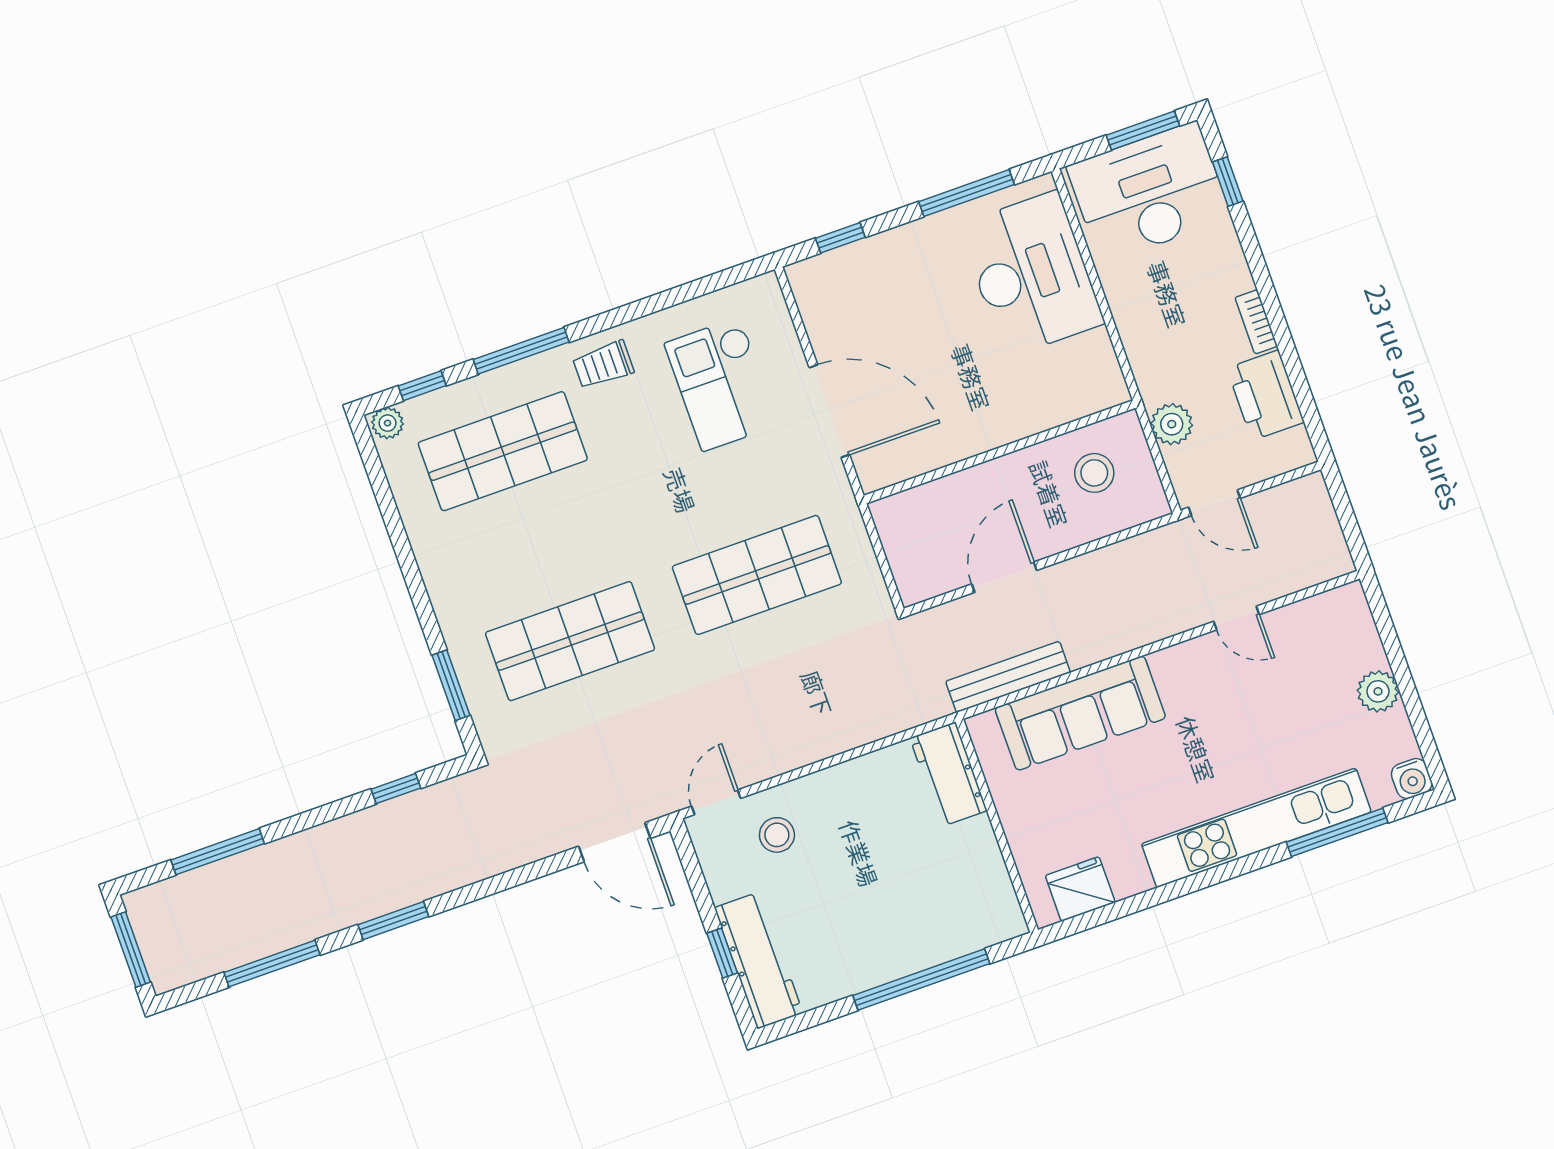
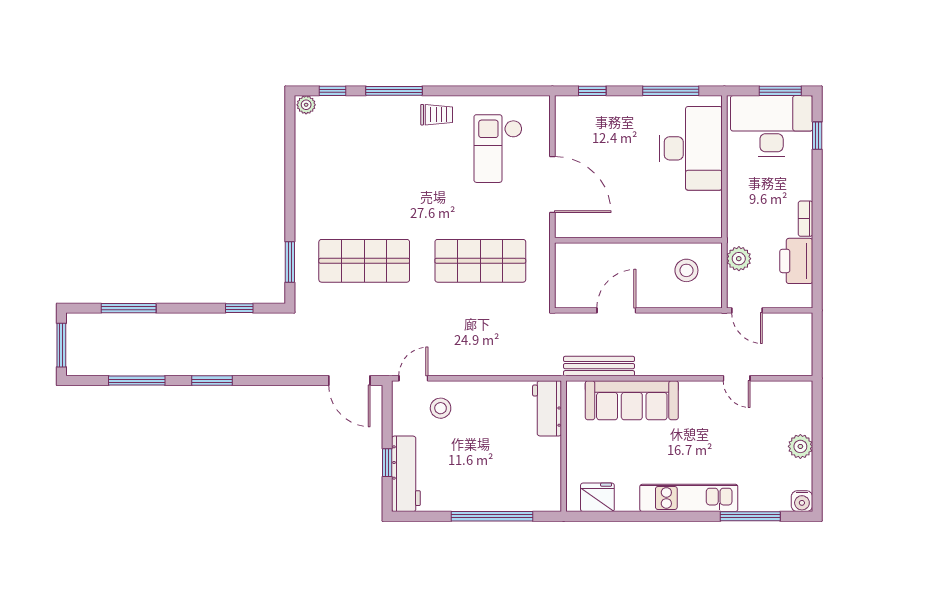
trolley: (603, 365) -> (437, 115), turned 180
shop shelf: (503, 451) -> (364, 143), removed
kitchen unit: (1256, 828) -> (689, 498), width x0.73

